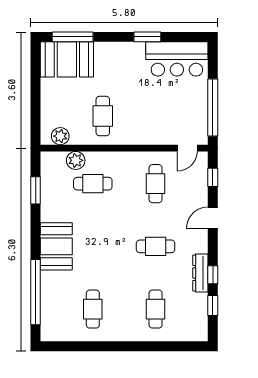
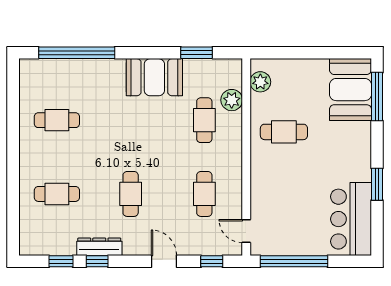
cafe table: (156, 184) -> (204, 194), turned 90
booth: (56, 246) -> (154, 77), moved

